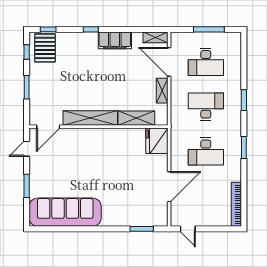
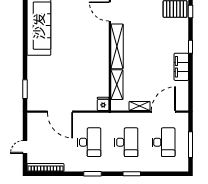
shelving: (155, 37) -> (184, 100), removed
desk: (206, 62) -> (163, 142), turned 180
fridge: (157, 141) -> (103, 104), width x0.53, depth x0.75
desk: (206, 151) -> (89, 142), turned 180
door: (188, 229) -> (25, 147), moved

